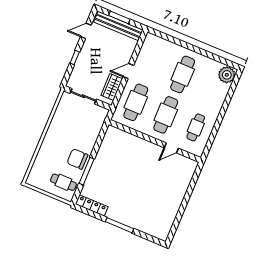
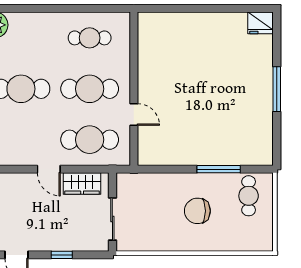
door: (171, 148) -> (134, 115), moved
chair: (77, 159) -> (197, 211), moved, turned 90
locker: (92, 205) -> (265, 141), removed
fridge: (162, 232) -> (260, 23), added

